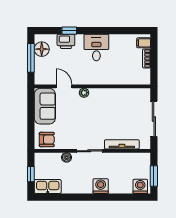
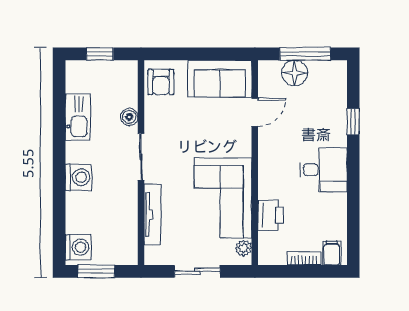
printer: (66, 41) -> (271, 215), moved, turned 180
floor lamp: (42, 49) -> (295, 73), moved
plant: (84, 93) -> (244, 248), moved
corner sofa: (112, 104) -> (223, 198), added
sliding door: (154, 119) -> (197, 271), width x0.73
kitchen sink: (48, 187) -> (78, 117), moved

